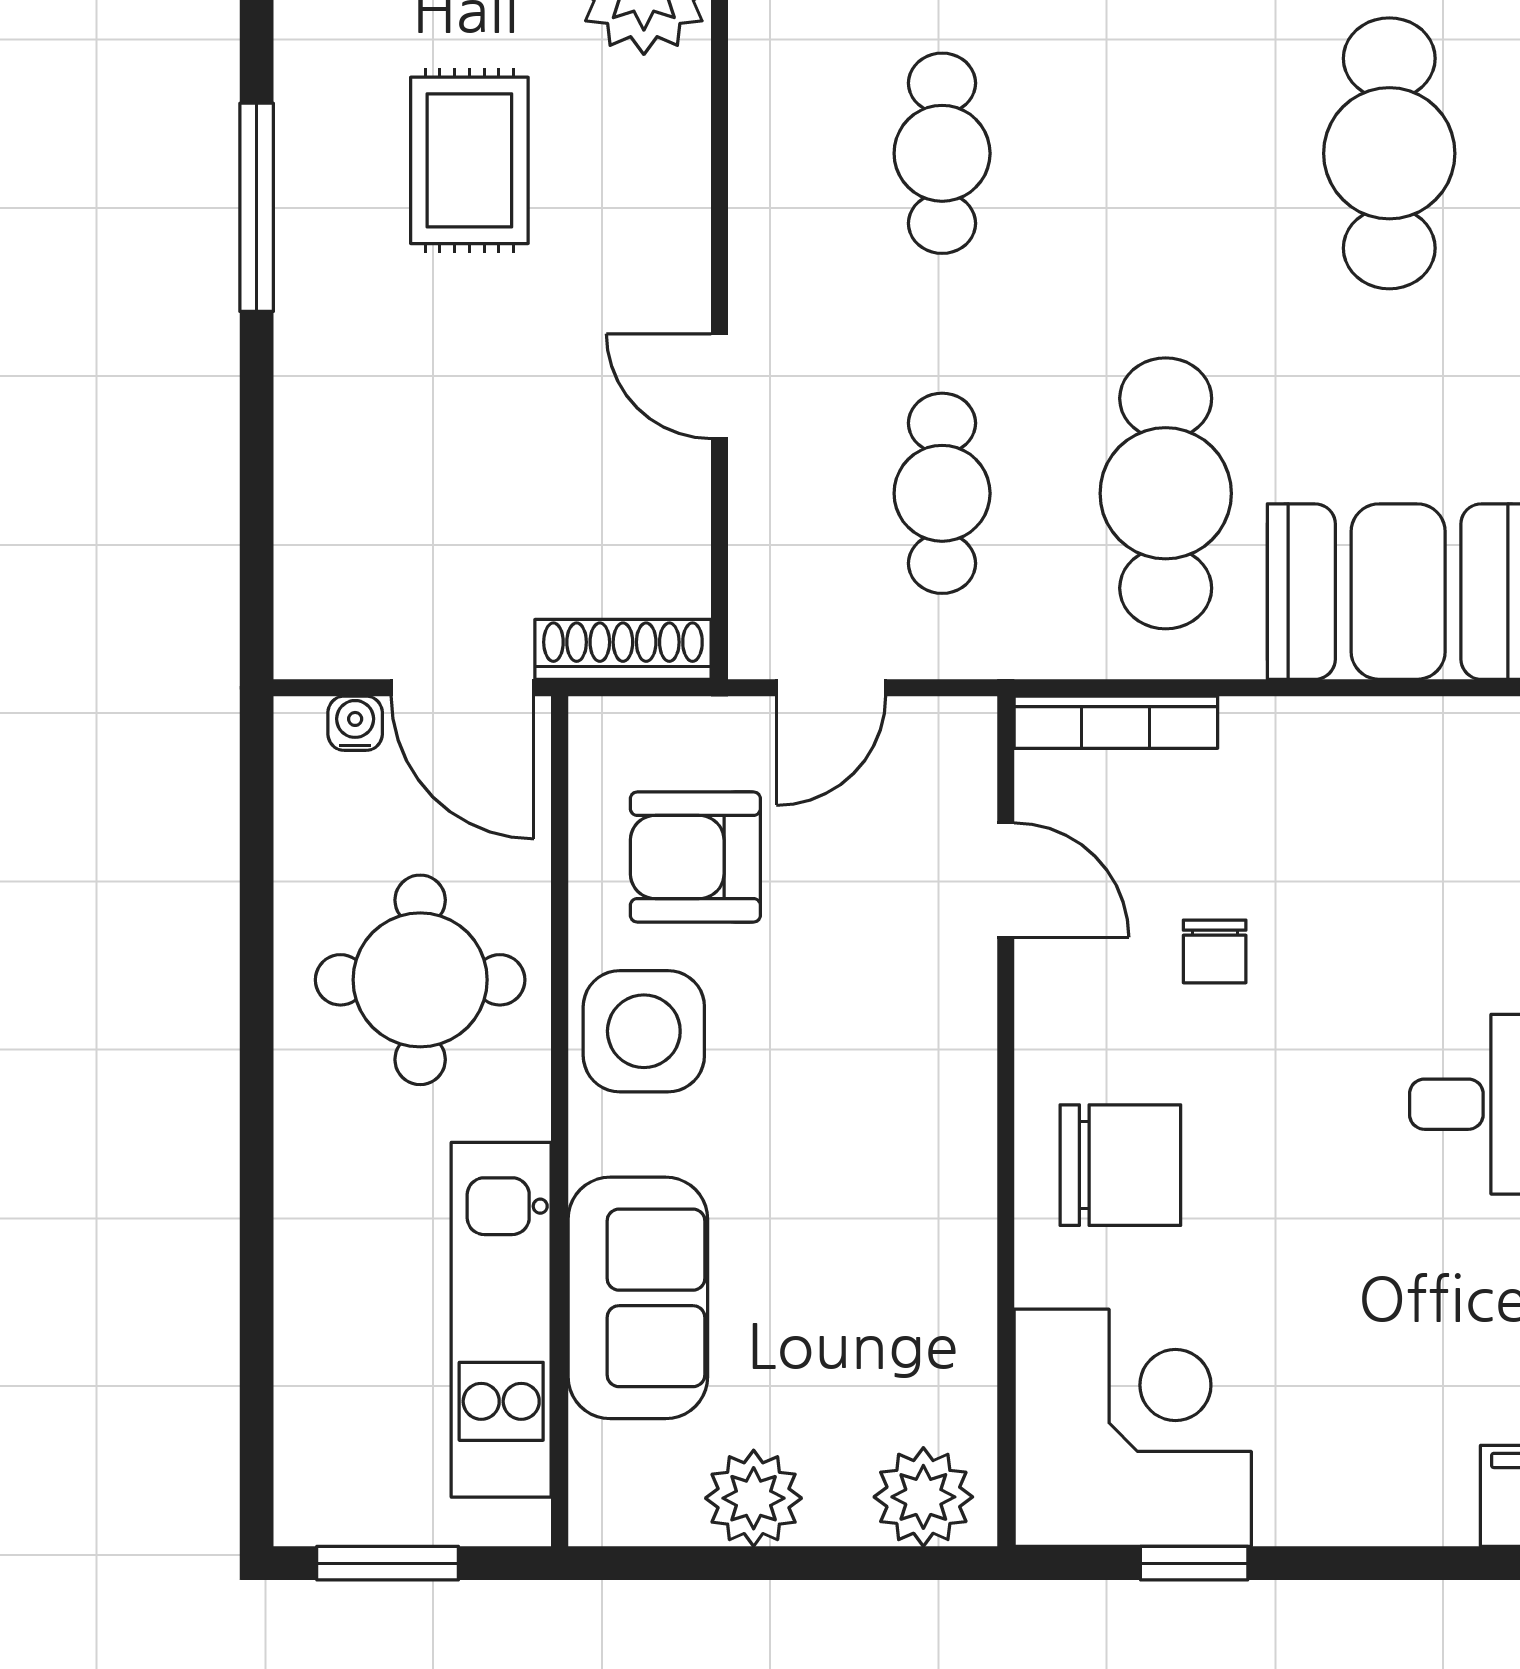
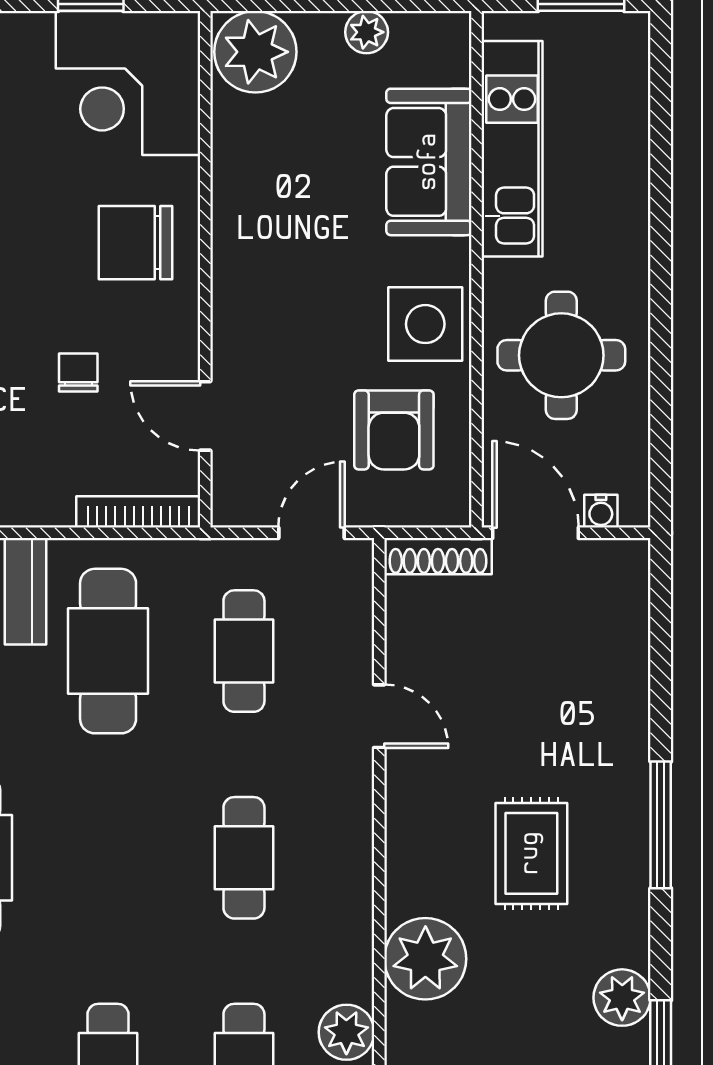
armchair: (695, 857) -> (394, 430), turned 90
plant: (923, 1497) -> (255, 52), width x1.36, depth x1.36
plant: (754, 1498) -> (367, 32), width x0.73, depth x0.73

